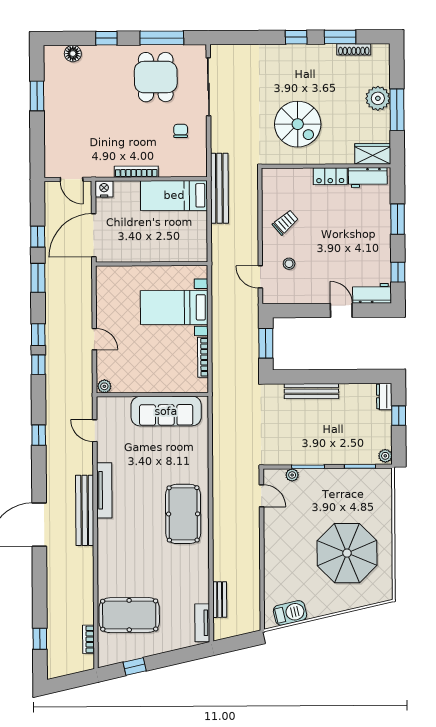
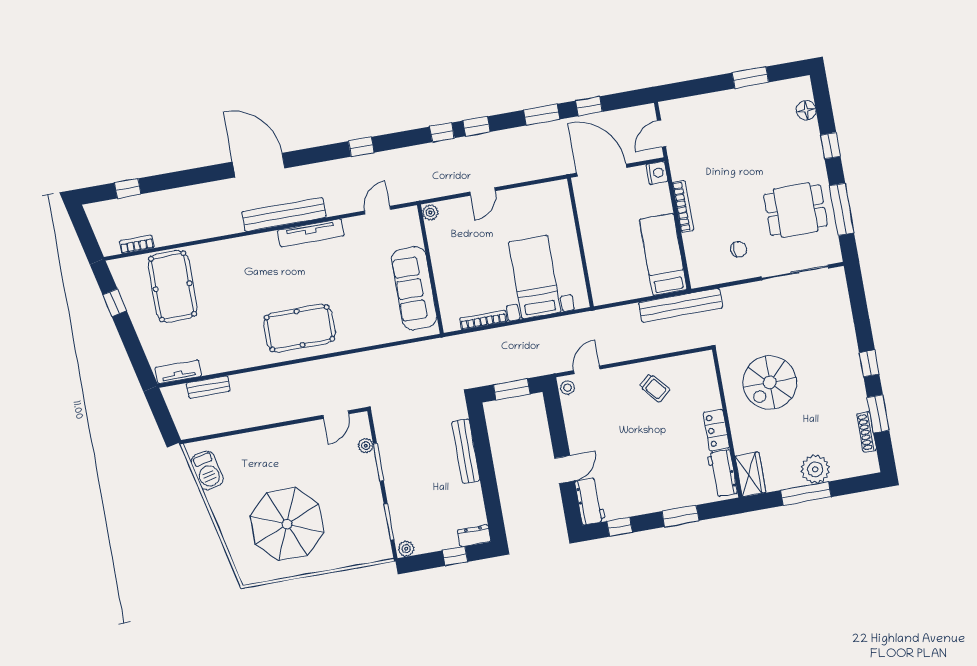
stool: (289, 264) -> (568, 388), moved

